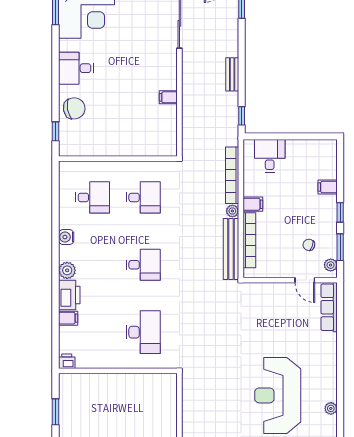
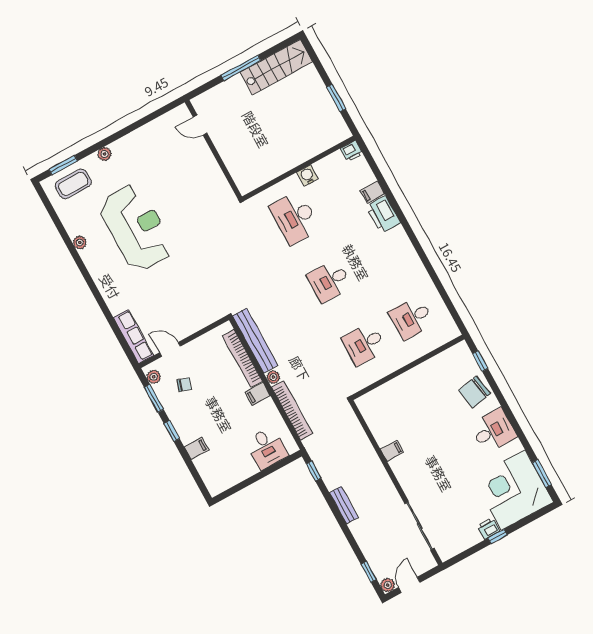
water cooler: (66, 237) -> (307, 176), moved, turned -90
plant: (67, 270) -> (398, 237), removed

